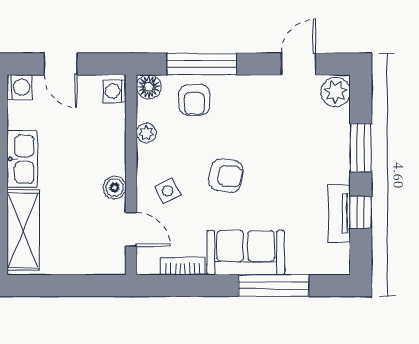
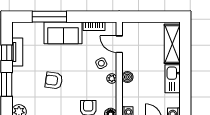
plant: (146, 133) -> (112, 78), moved
armchair: (226, 176) -> (54, 80), moved
boiler: (115, 187) -> (127, 77), moved

